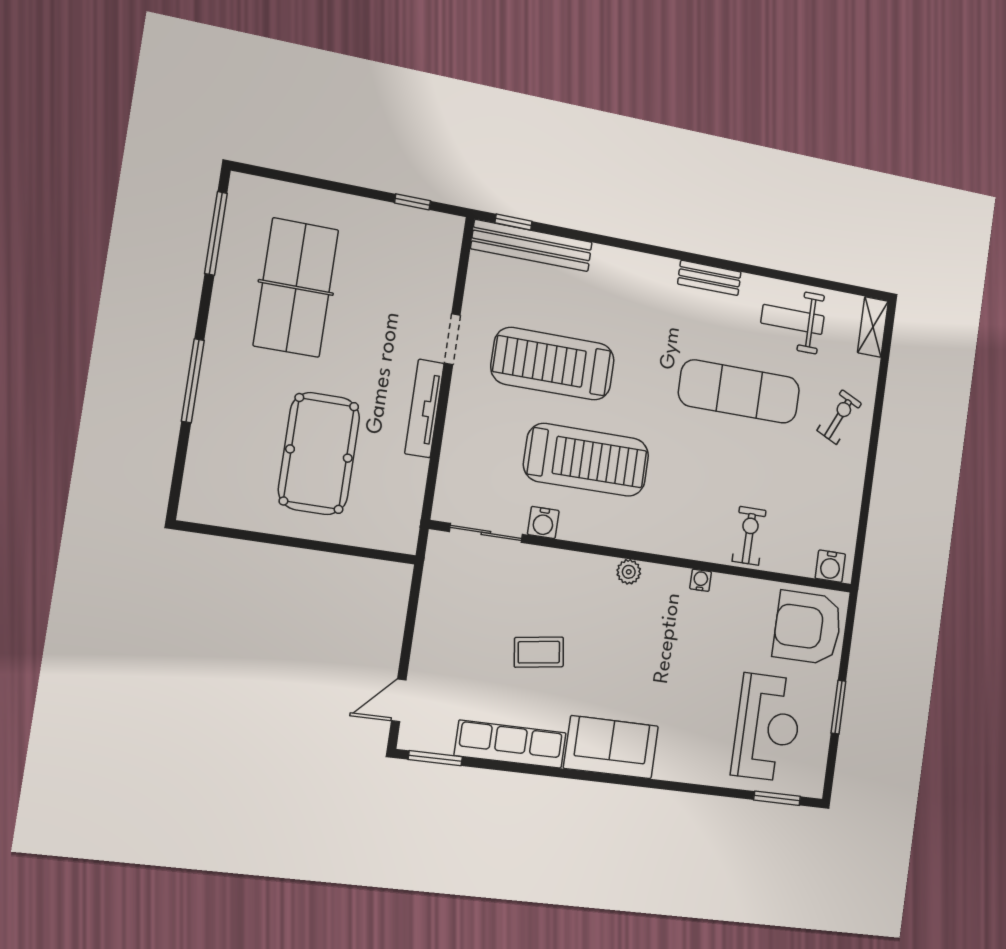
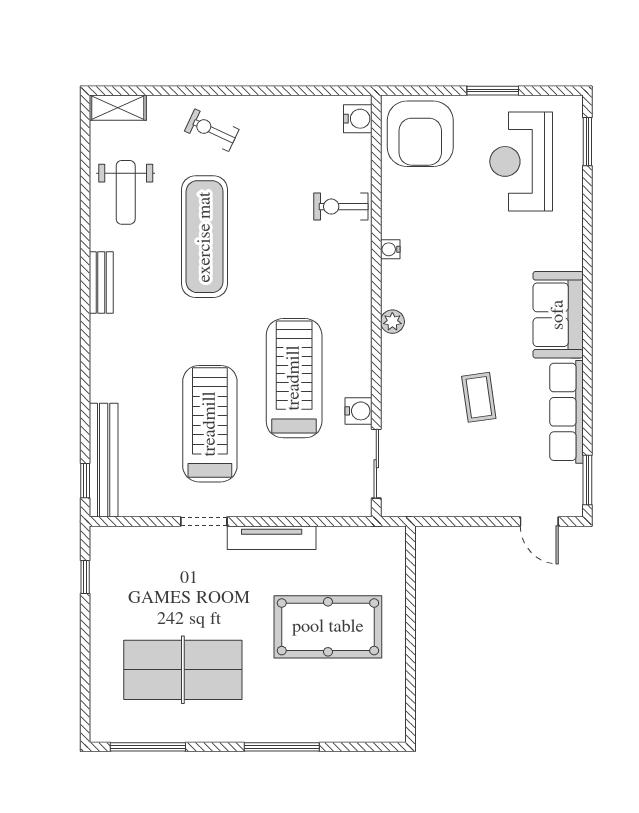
treadmill: (553, 364) -> (210, 424), turned 180
reception desk: (767, 727) -> (521, 161), turned -90

